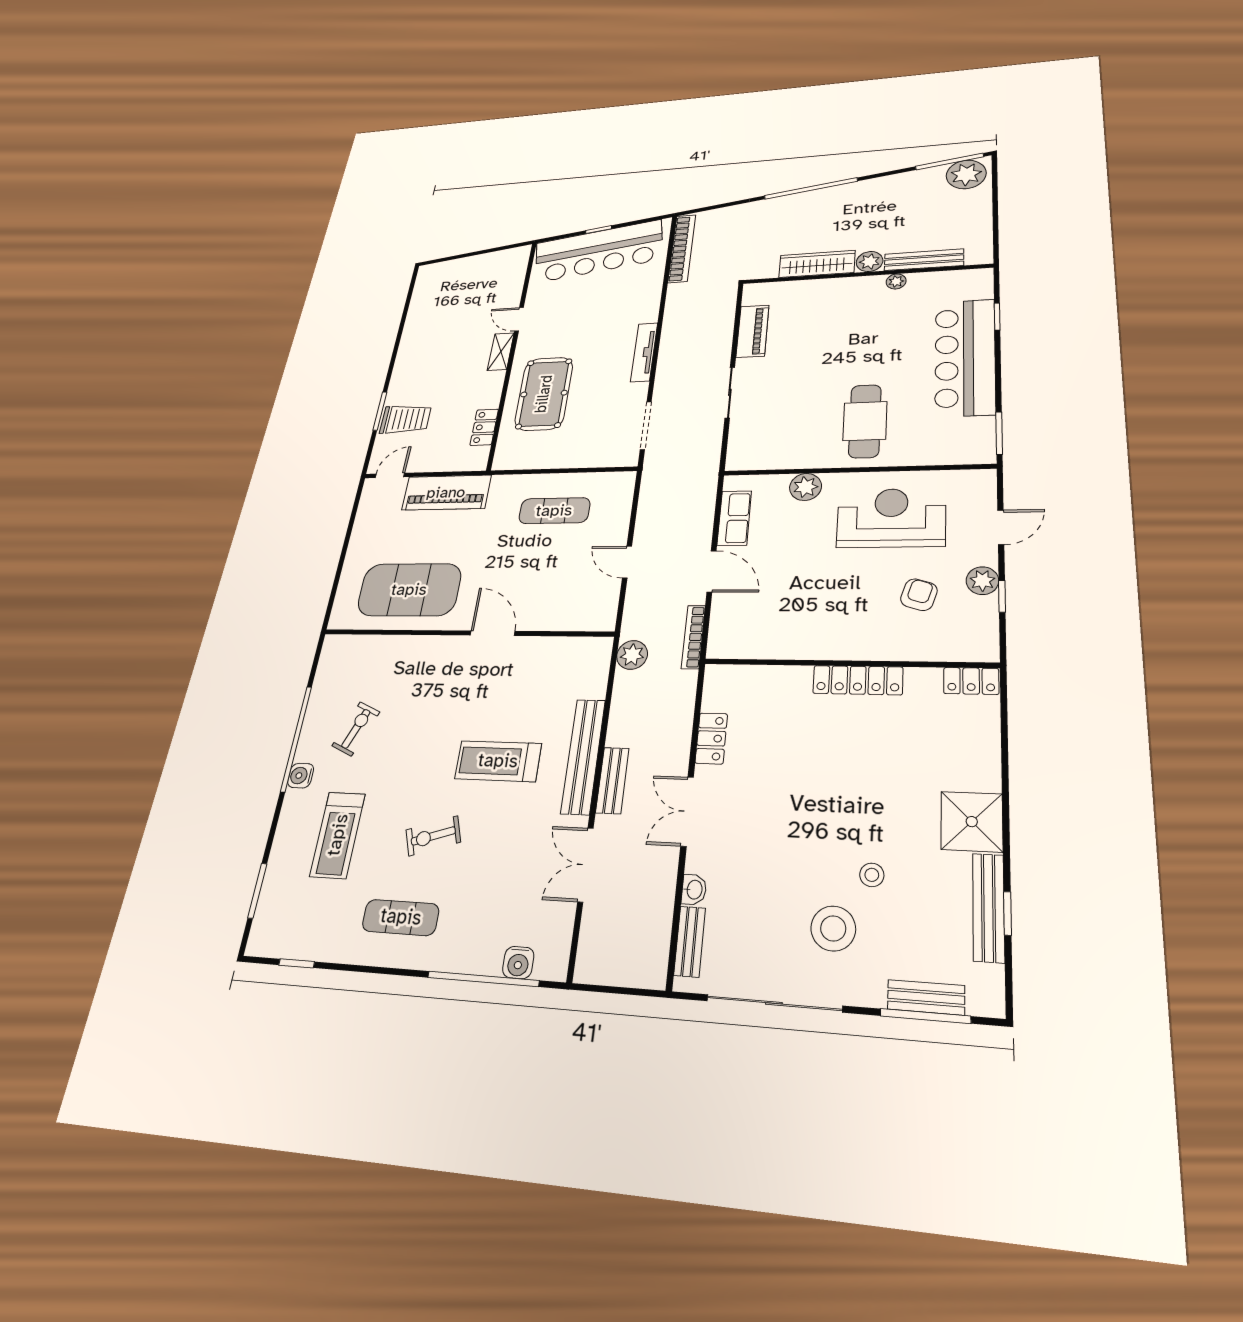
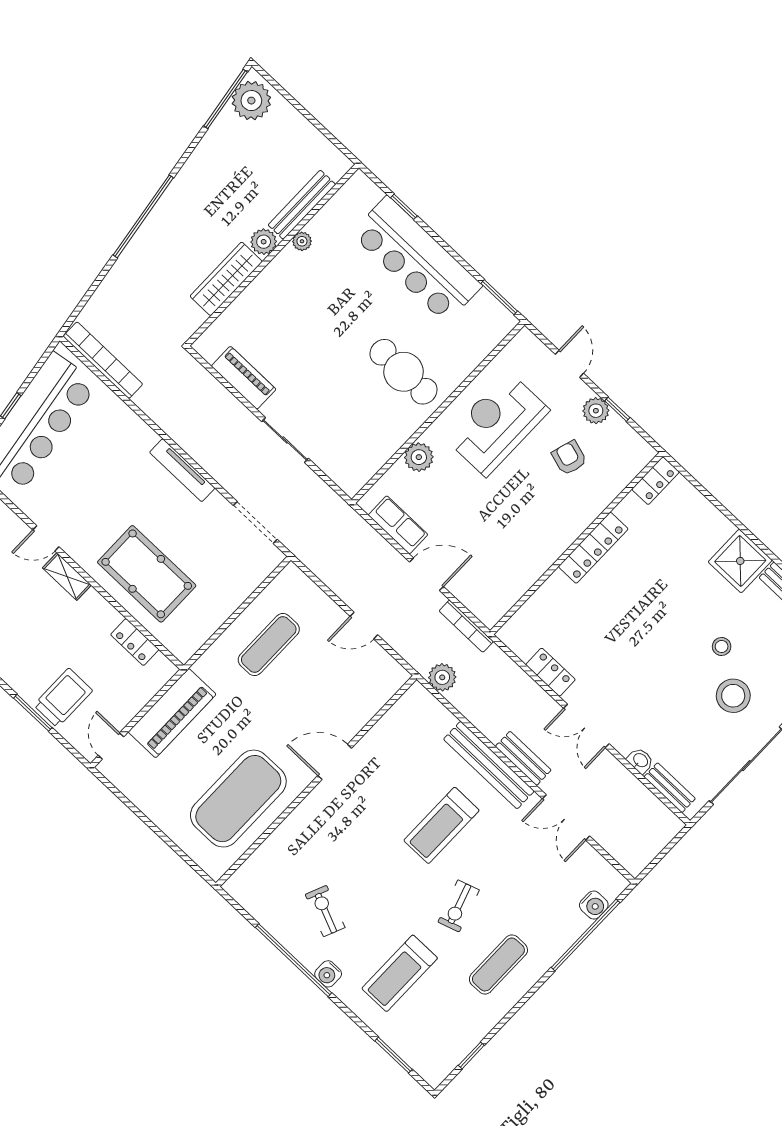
treadmill: (338, 835) -> (400, 973), turned 90

